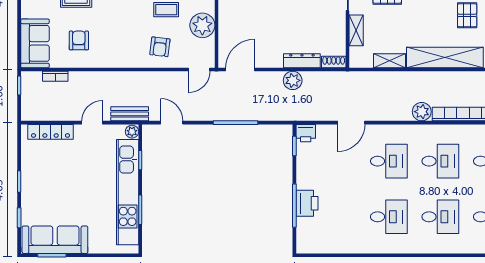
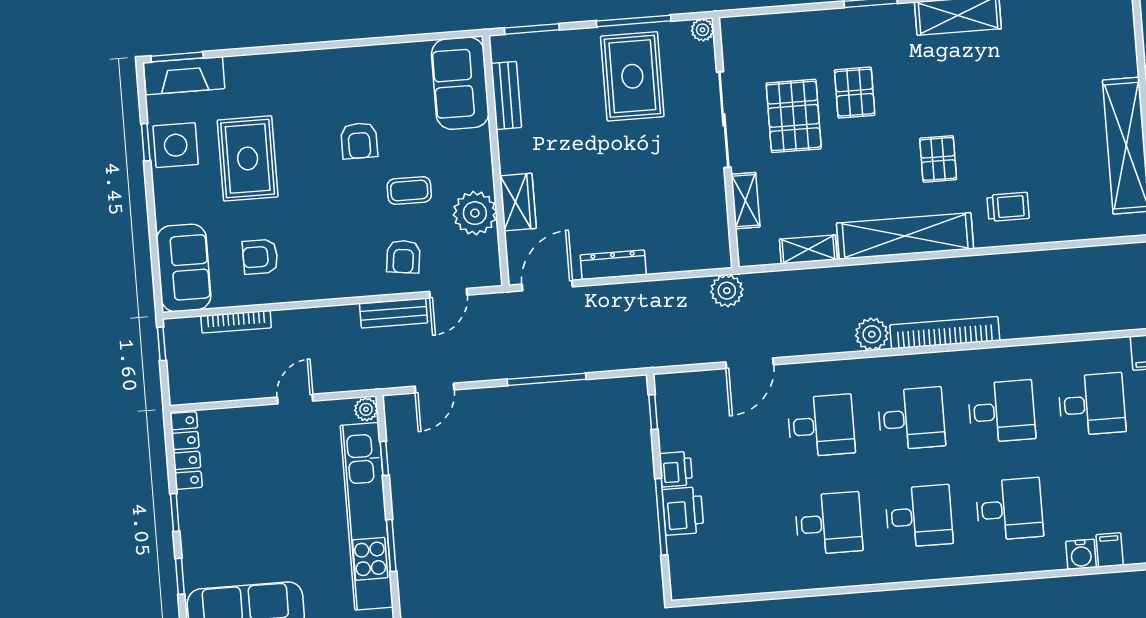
wardrobe: (227, 21) -> (518, 202), added
armchair: (79, 40) -> (260, 257), turned -90
dresser: (302, 61) -> (613, 265), moved
shoe rack: (334, 62) -> (710, 259), removed
door: (199, 70) -> (448, 293), moved
bookcase: (55, 76) -> (236, 322), width x1.56
plant: (293, 80) -> (727, 291), moved
bench: (130, 114) -> (394, 313), moved
door: (172, 123) -> (435, 388), swing flipped
locker: (51, 132) -> (186, 450), moved, turned -90
printer: (306, 133) -> (676, 469), moved, turned -90

